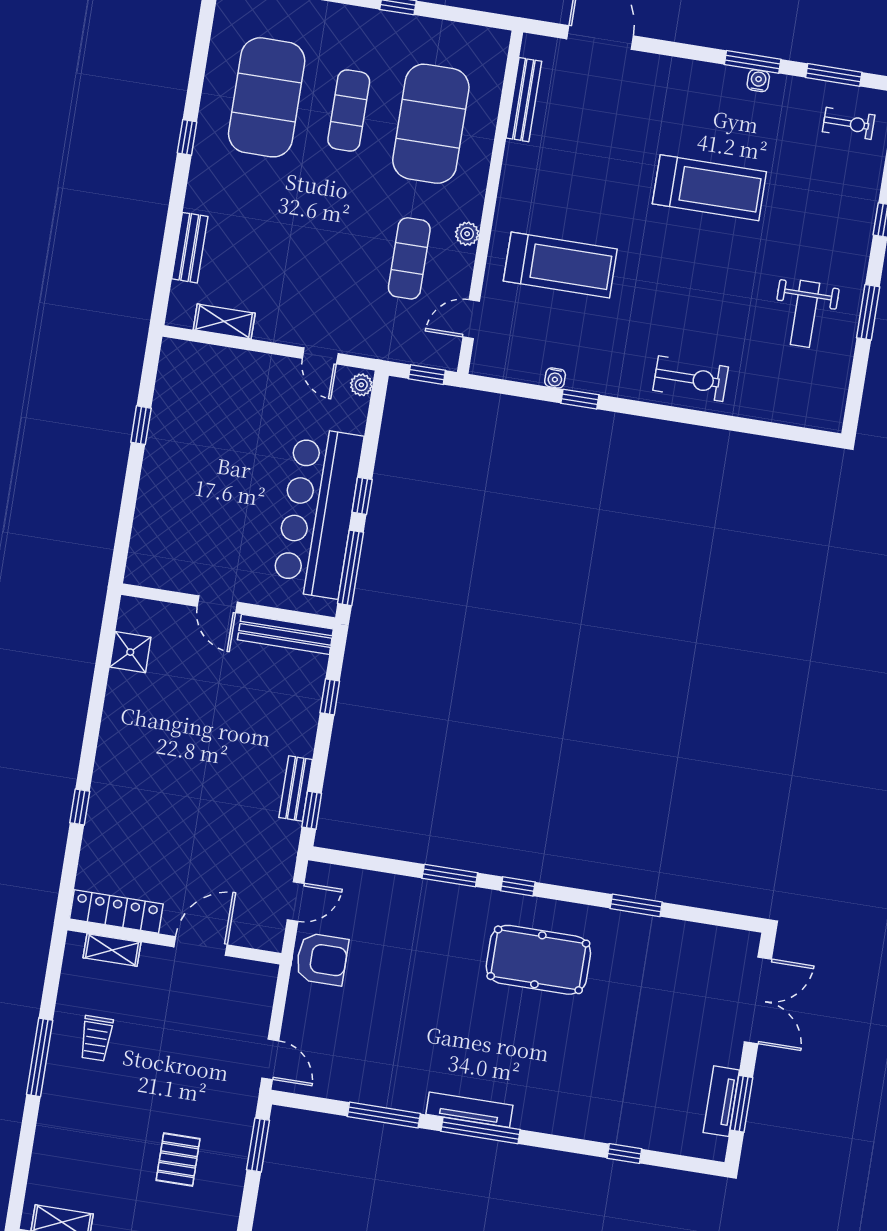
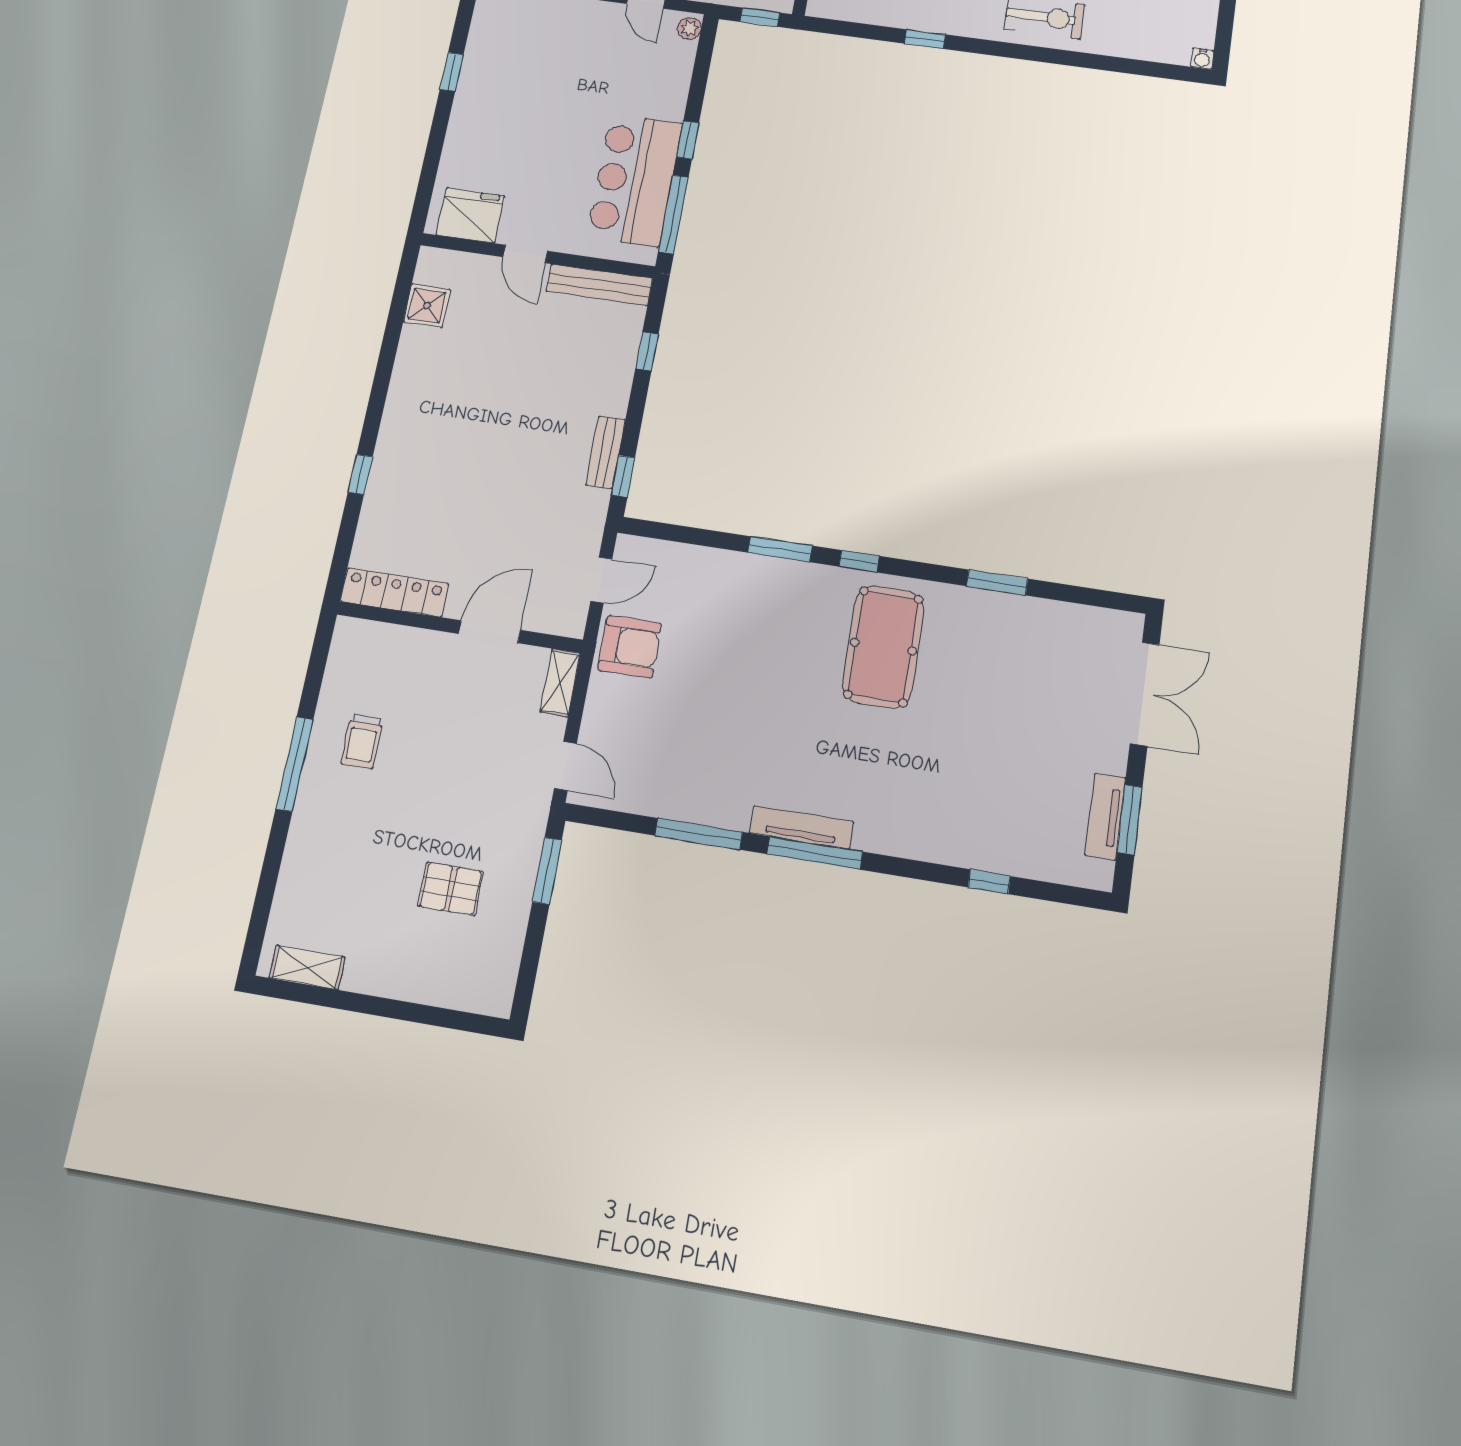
water cooler: (555, 378) -> (1202, 59), moved
bar counter: (318, 513) -> (635, 180), width x0.73
fridge: (165, 567) -> (470, 215), added
shelving: (112, 950) -> (560, 683), moved, turned 90
pool table: (538, 960) -> (883, 647), turned 90
pallet: (178, 1159) -> (451, 889), turned 90

